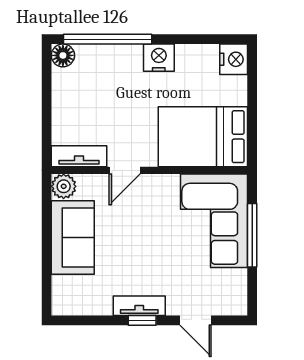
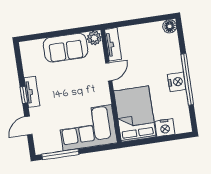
window: (108, 39) -> (187, 79), moved
nightstand: (234, 59) -> (165, 128), moved
door: (125, 170) -> (109, 72), swing flipped
window: (252, 235) -> (60, 154), moved

